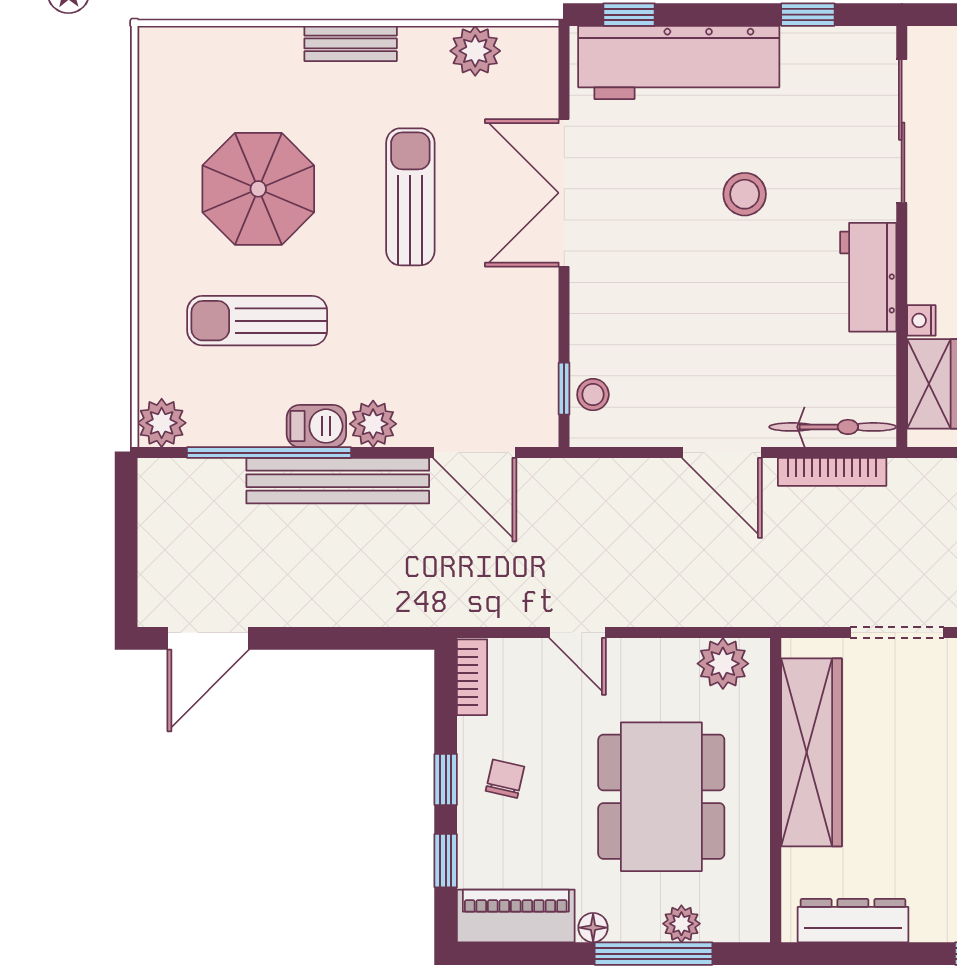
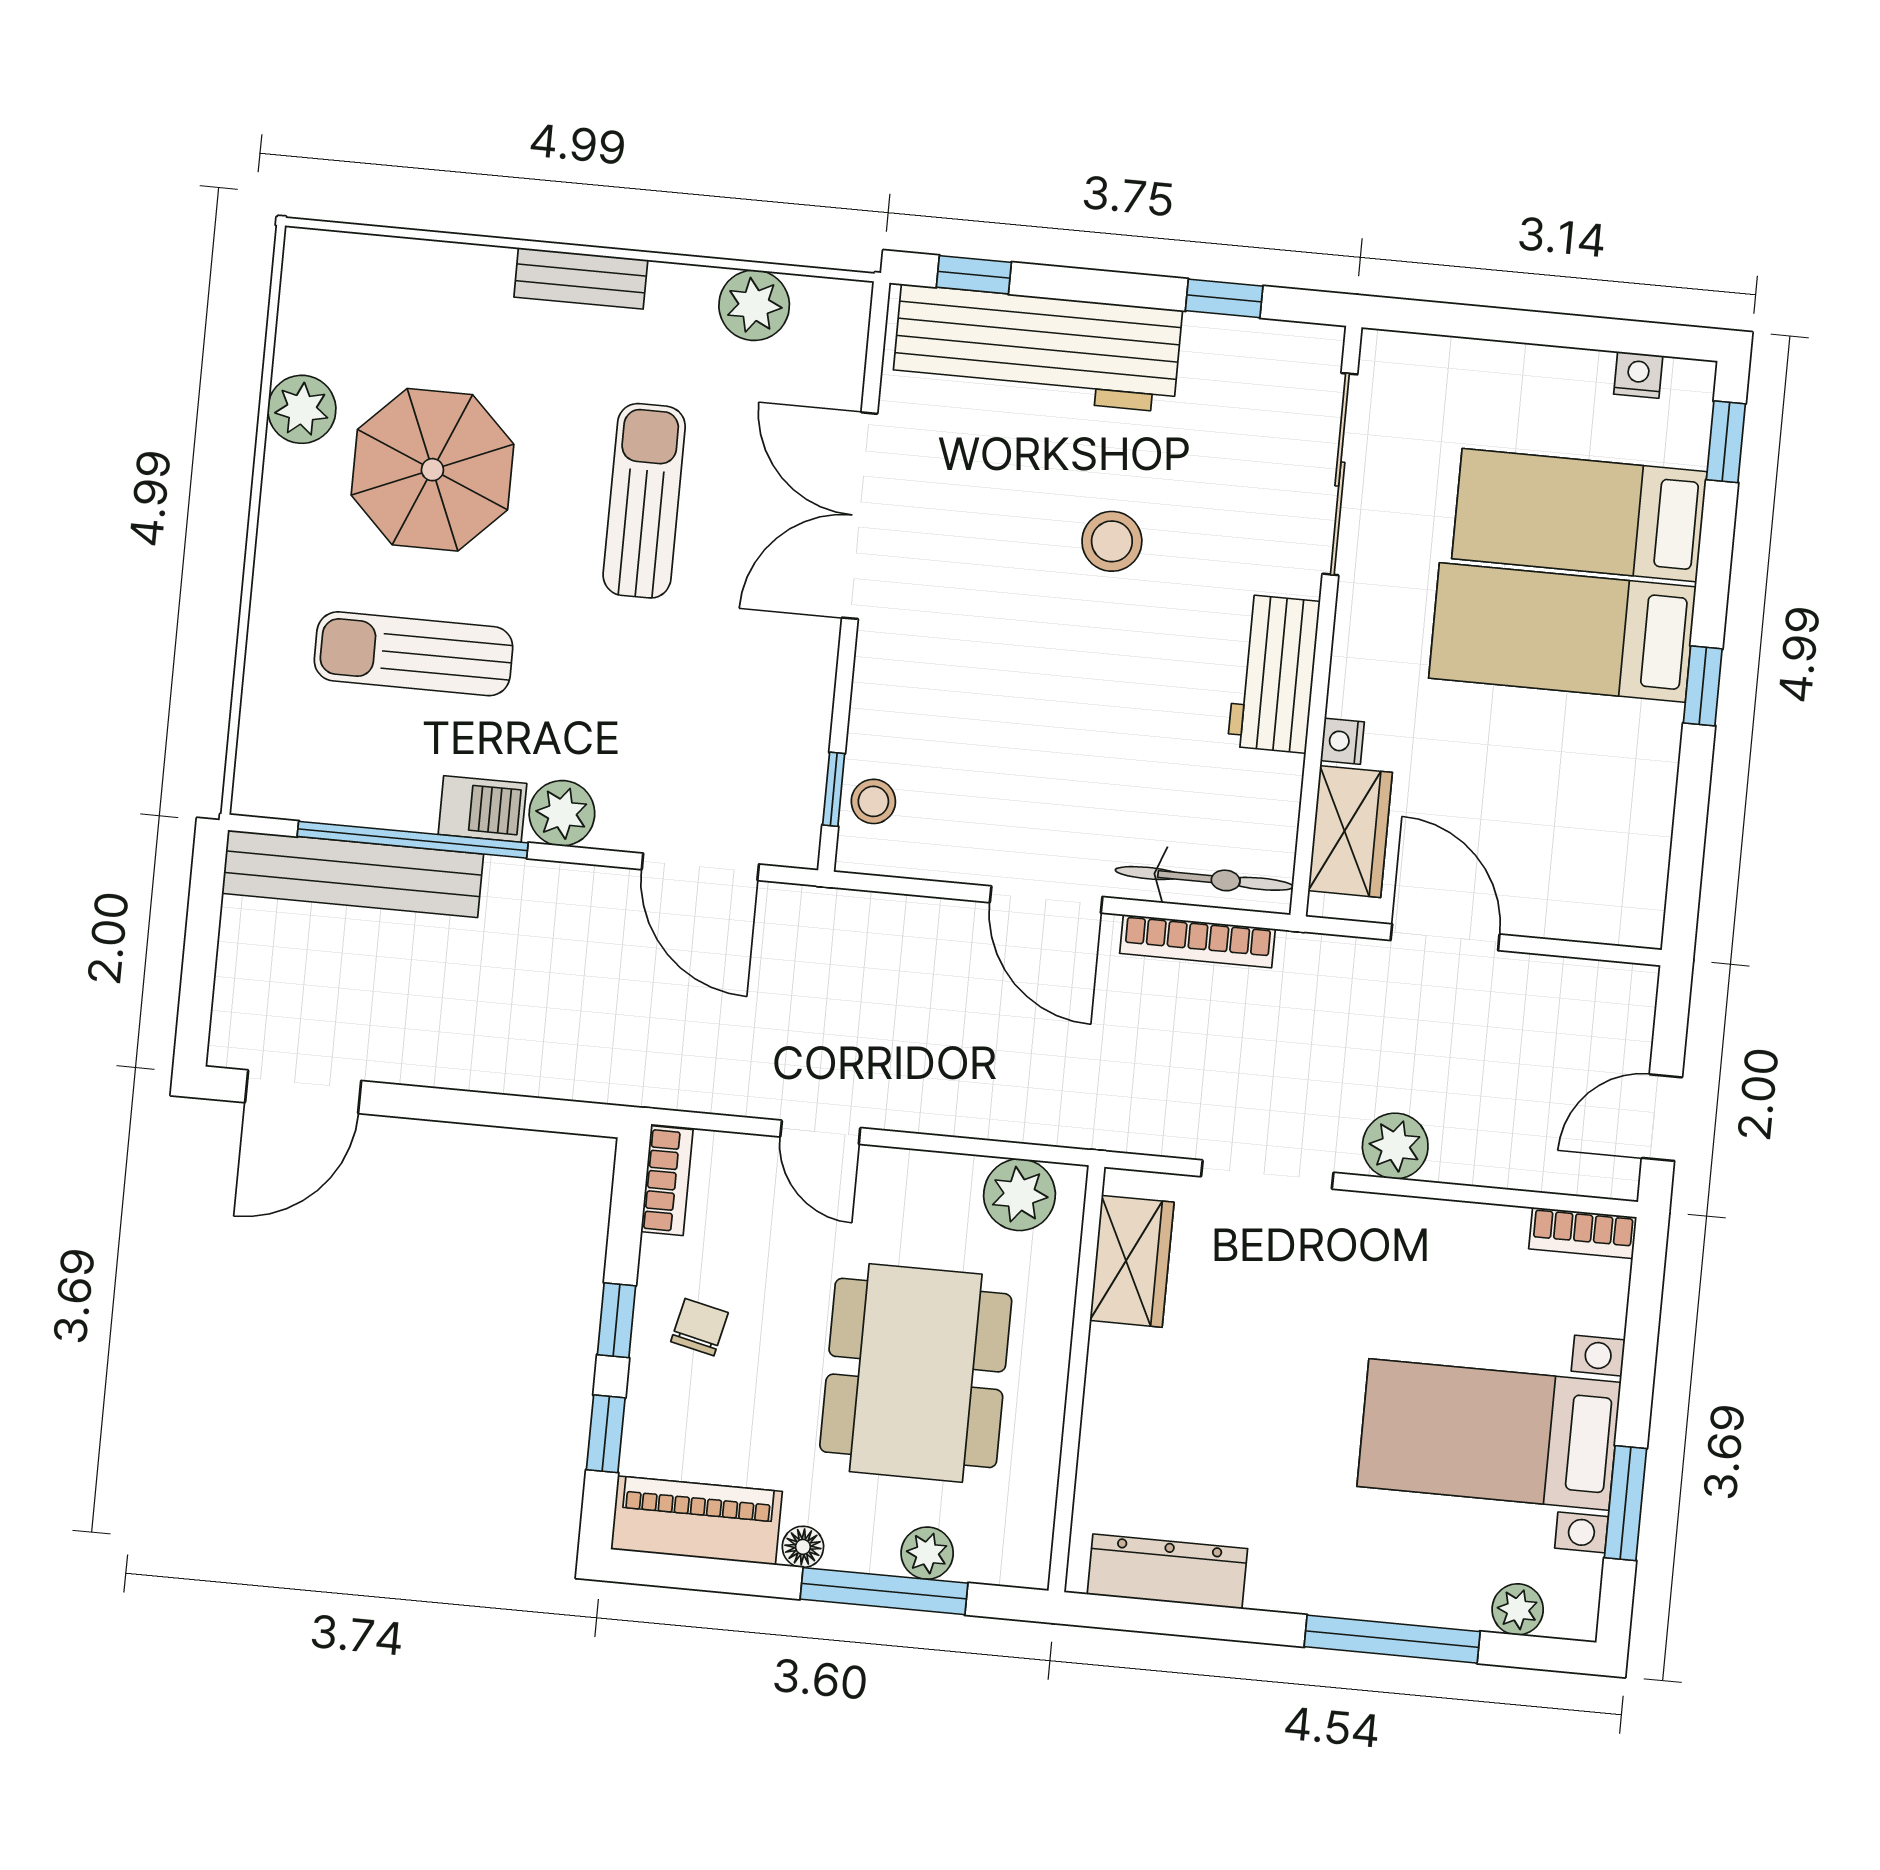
plant: (162, 423) -> (302, 409), moved
bench: (338, 481) -> (353, 874), moved
wardrobe: (811, 752) -> (1132, 1261), width x0.48, depth x0.85

